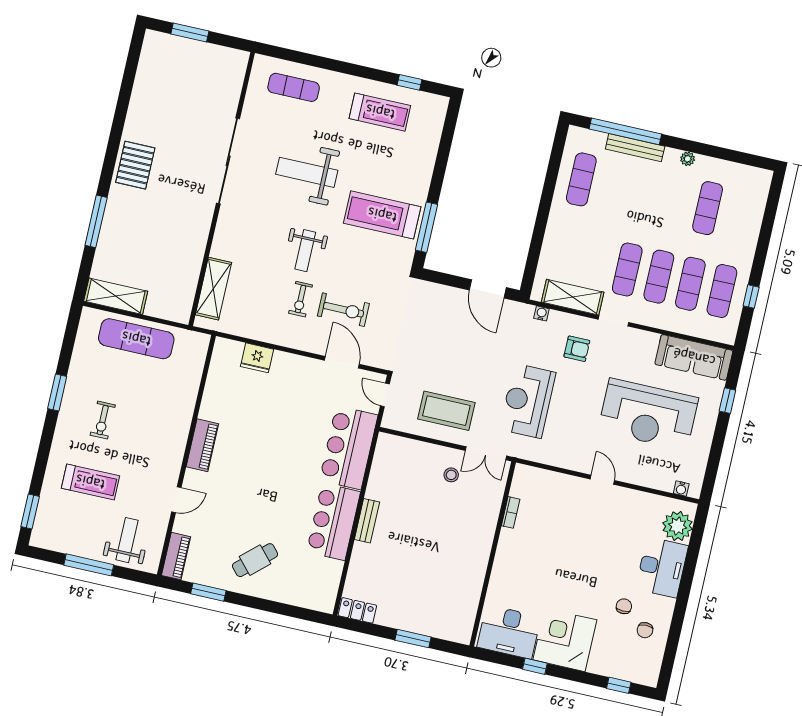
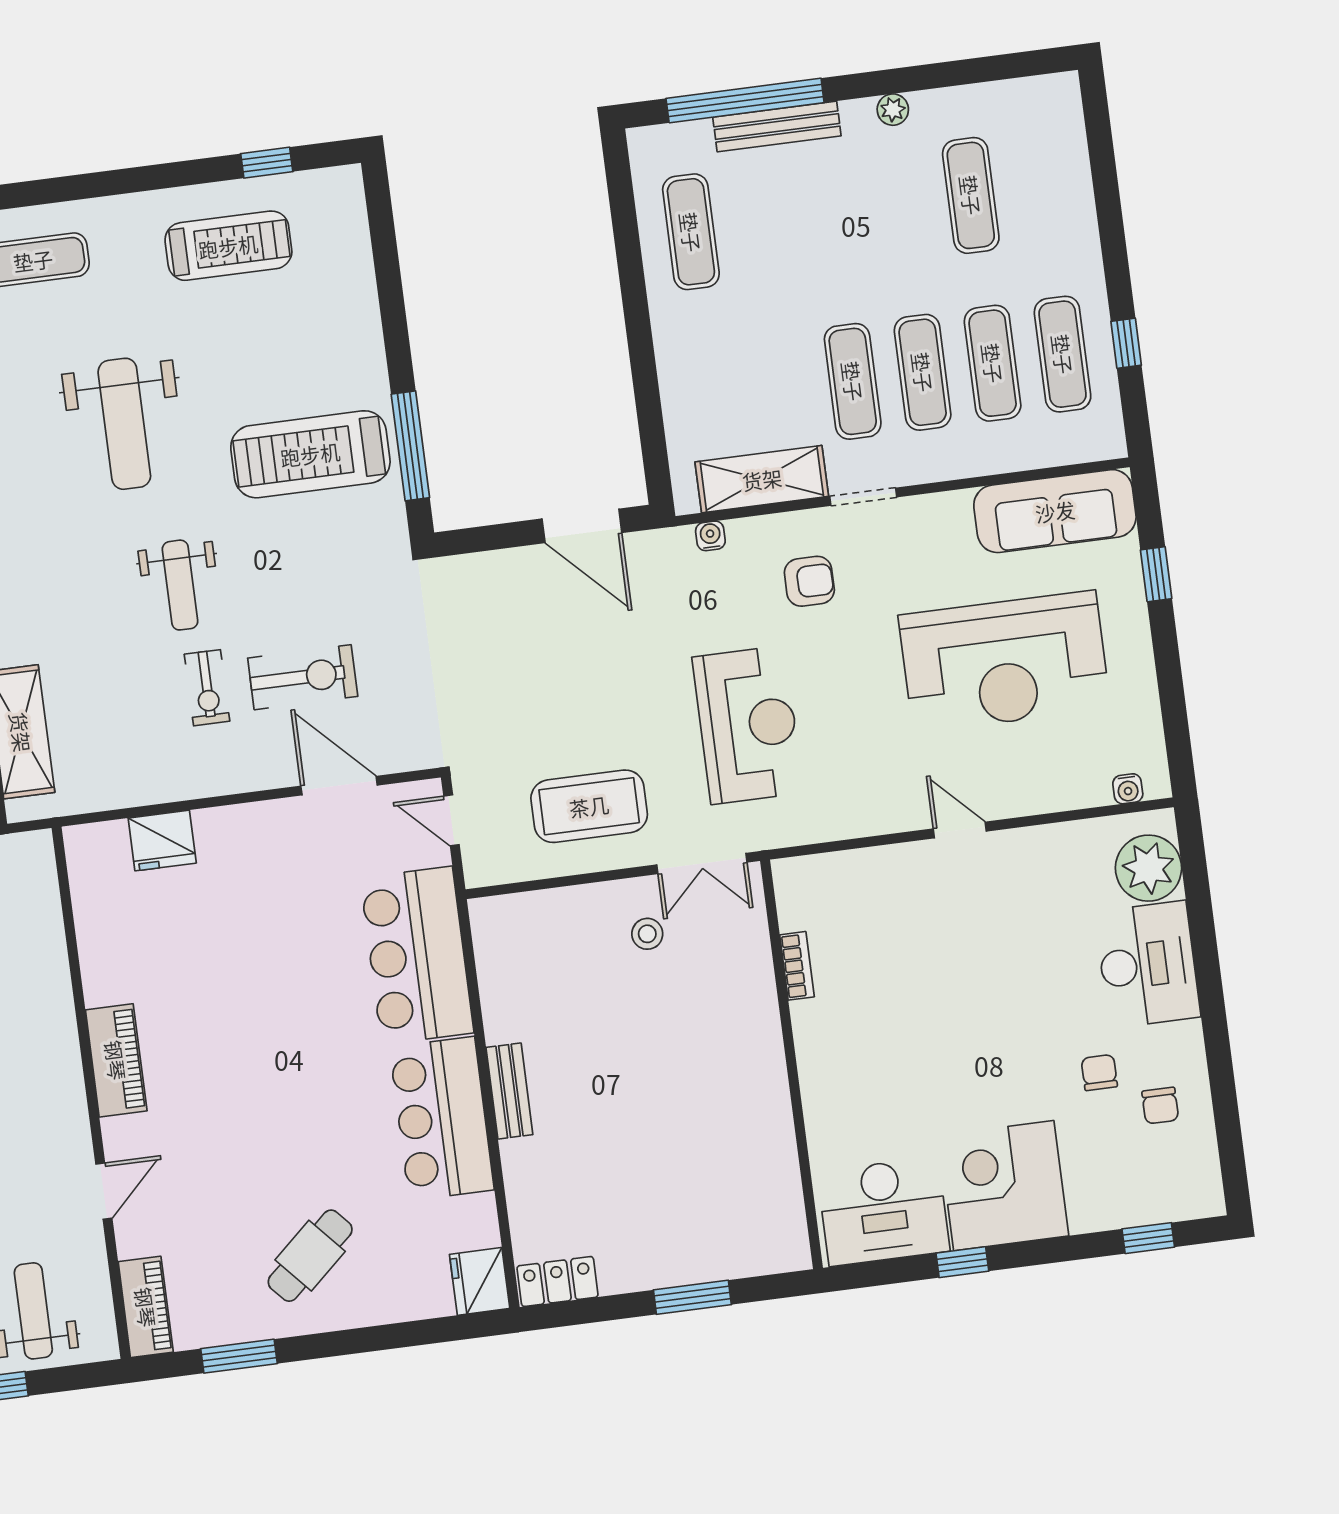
weight bench: (307, 172) -> (124, 424), turned -90
reception desk: (528, 401) -> (748, 725), turned 180
fridge: (324, 598) -> (480, 1281), added

